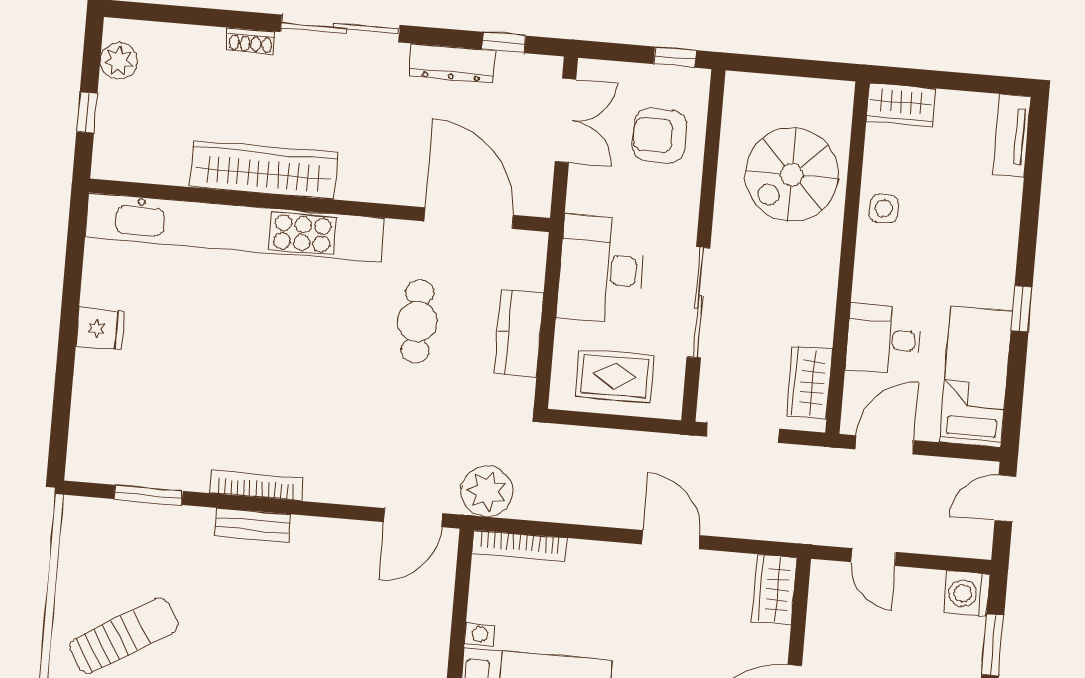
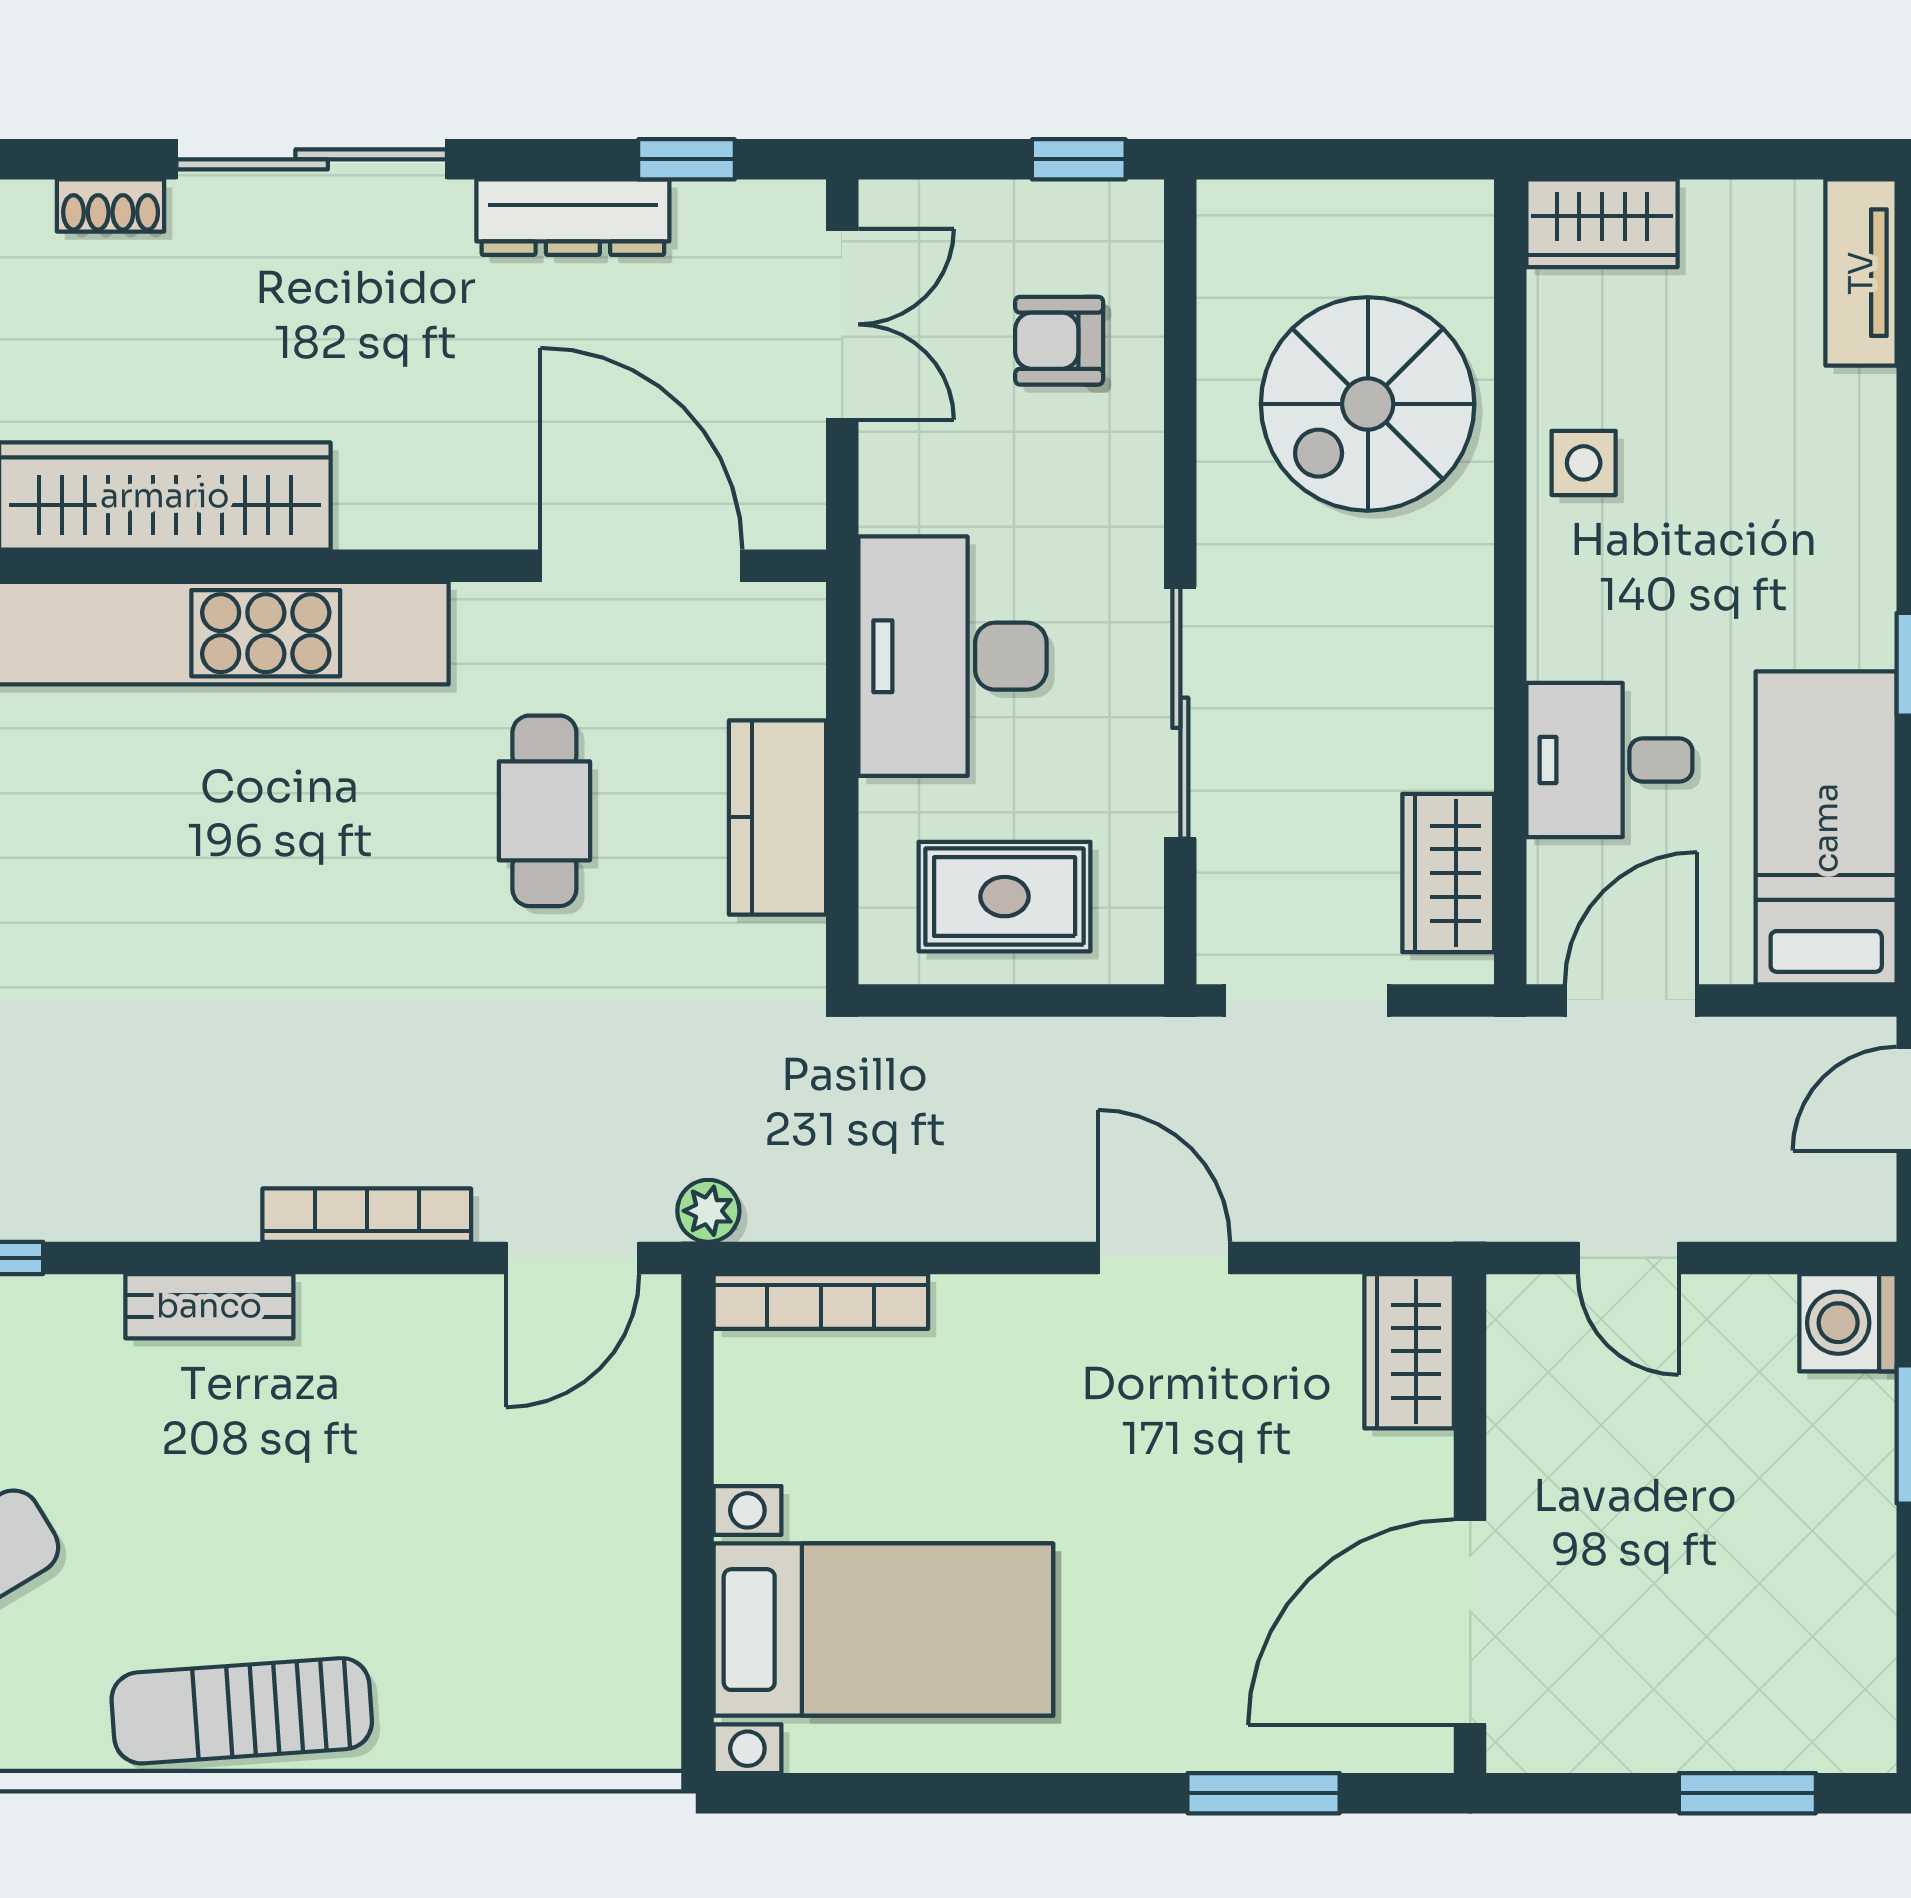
armchair: (660, 136) -> (1059, 341), width x0.72, depth x0.72
bookcase: (257, 485) -> (367, 1215), moved
plant: (487, 491) -> (708, 1211), width x0.53, depth x0.53

